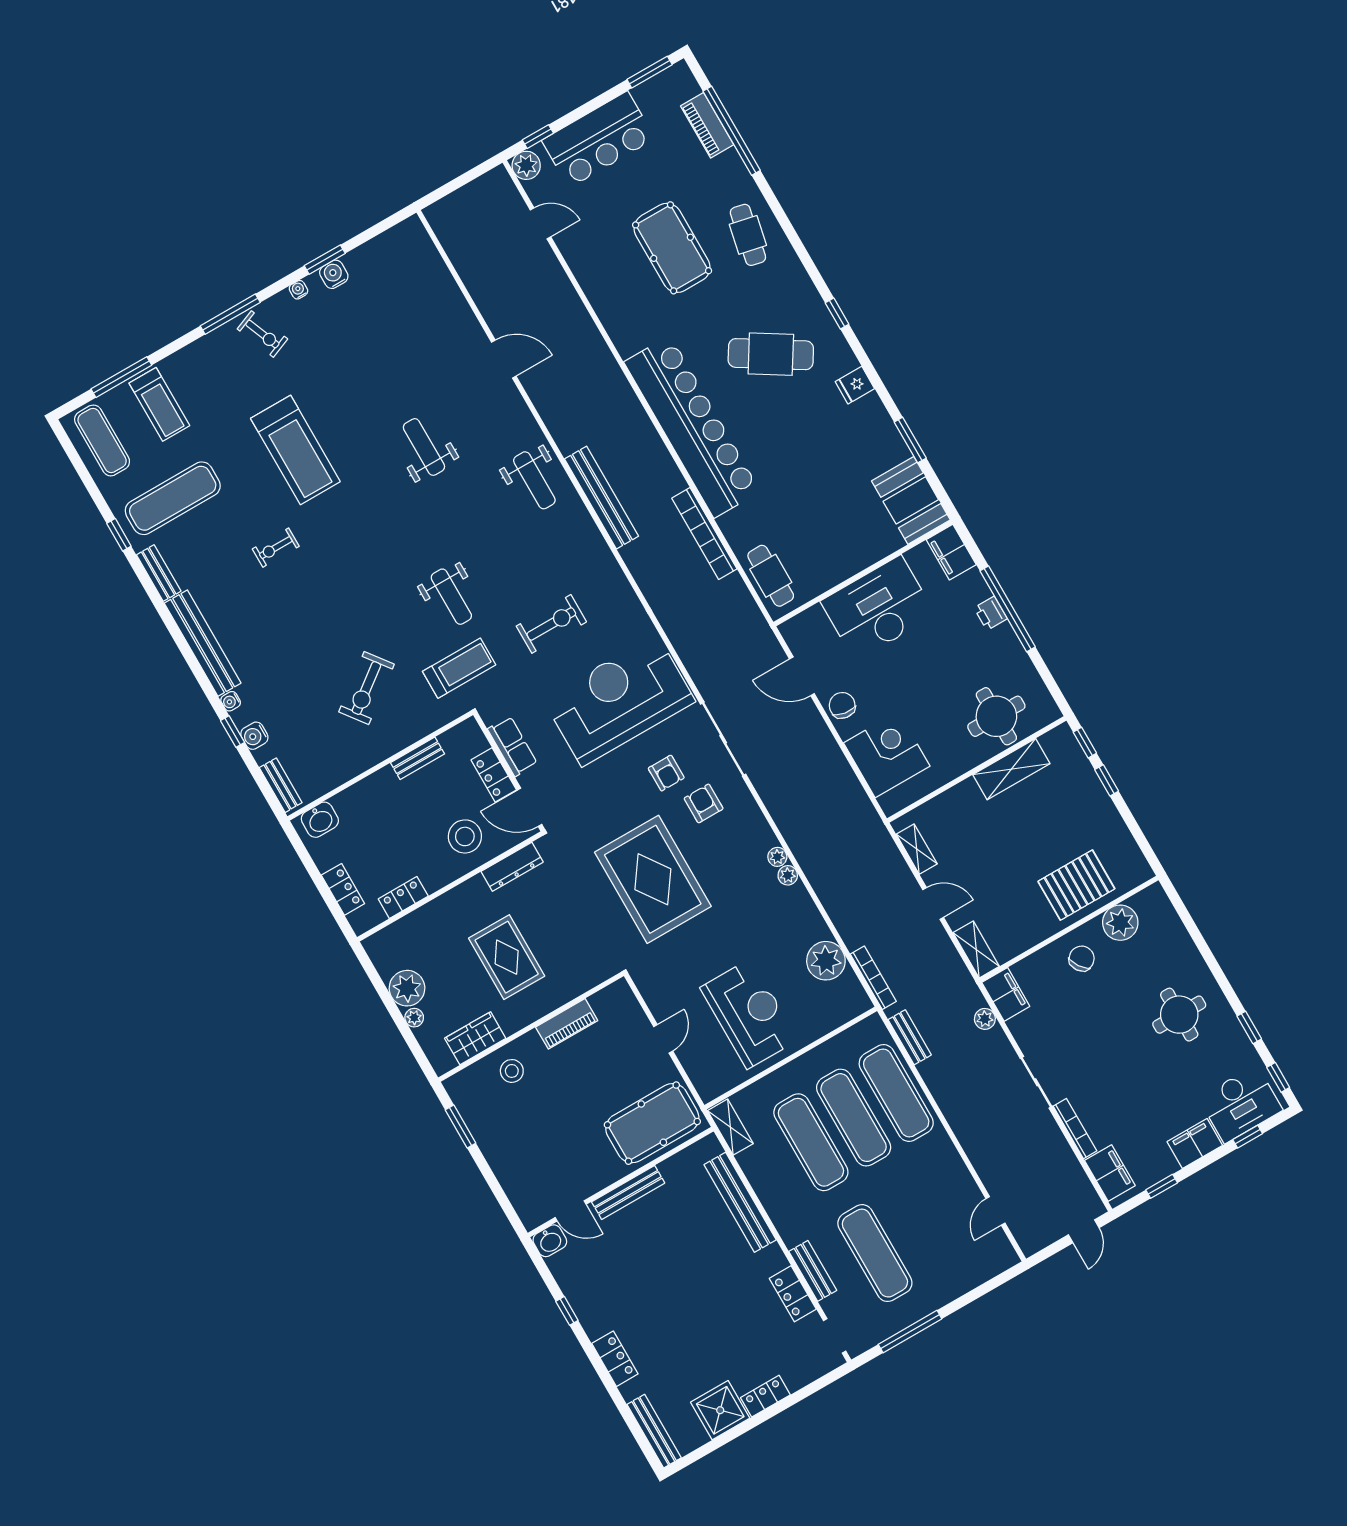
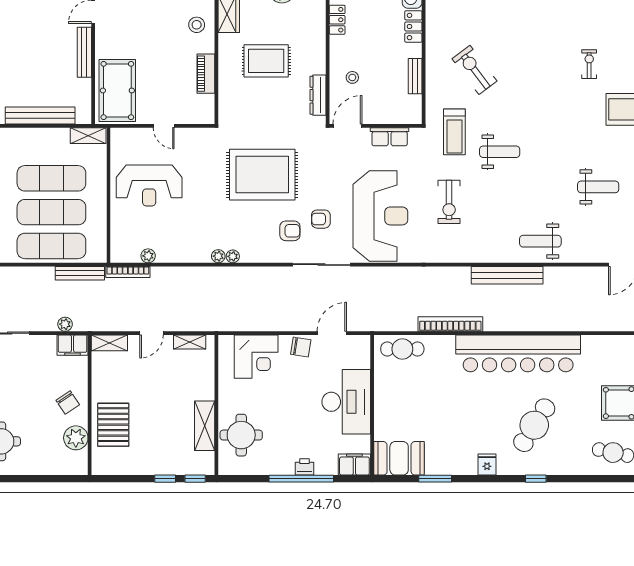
weight bench: (451, 597) -> (500, 152), turned 180
locker: (494, 775) -> (413, 26), moved, turned -90
stool: (465, 836) -> (352, 77), width x0.53, depth x0.53
plant: (826, 961) -> (148, 256), width x0.53, depth x0.53
bench: (910, 1037) -> (80, 273), width x1.36

